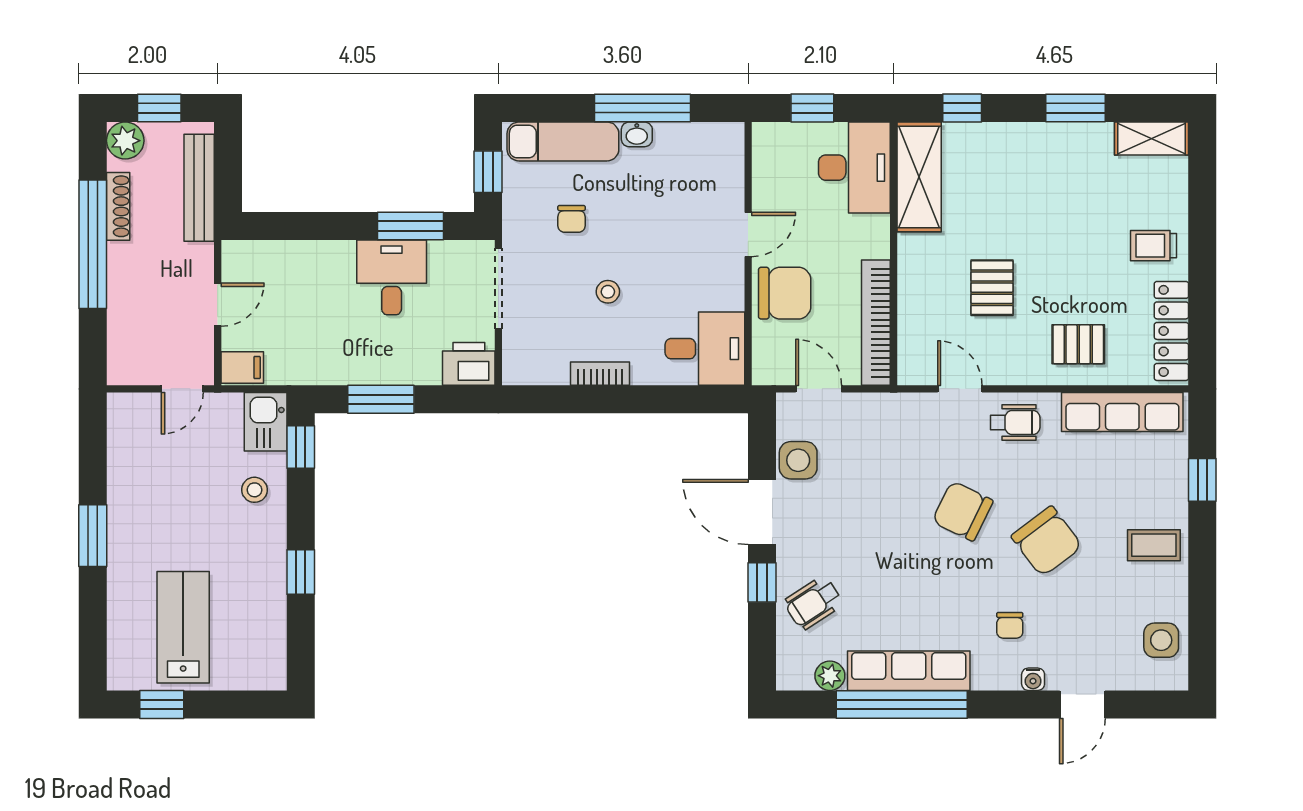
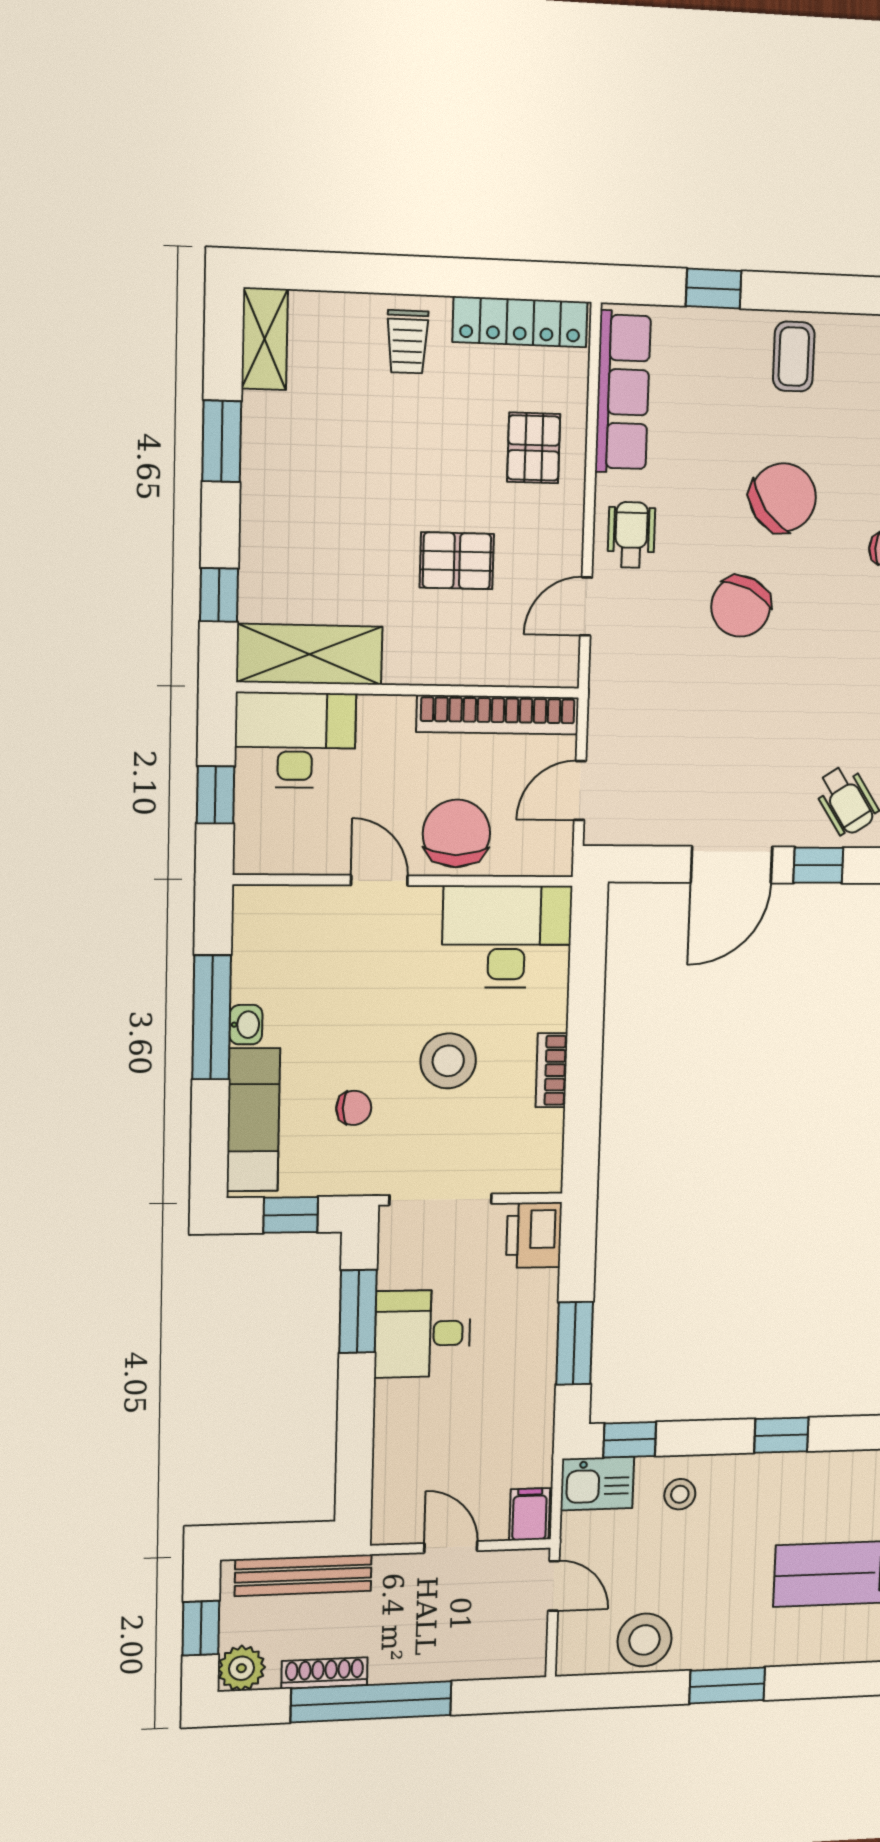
stool: (608, 292) -> (448, 1061), width x1.89, depth x1.89
desk: (705, 349) -> (507, 937), width x1.37
side table: (798, 460) -> (669, 818), removed
stool: (134, 465) -> (644, 1640), added

